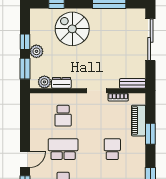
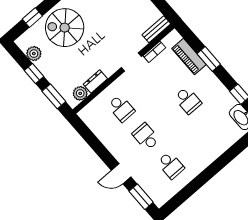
plant: (36, 51) -> (34, 54), moved
school desk: (63, 149) -> (146, 137), width x0.54
school desk: (112, 149) -> (188, 100), turned 180
door: (25, 159) -> (121, 174), swing flipped

